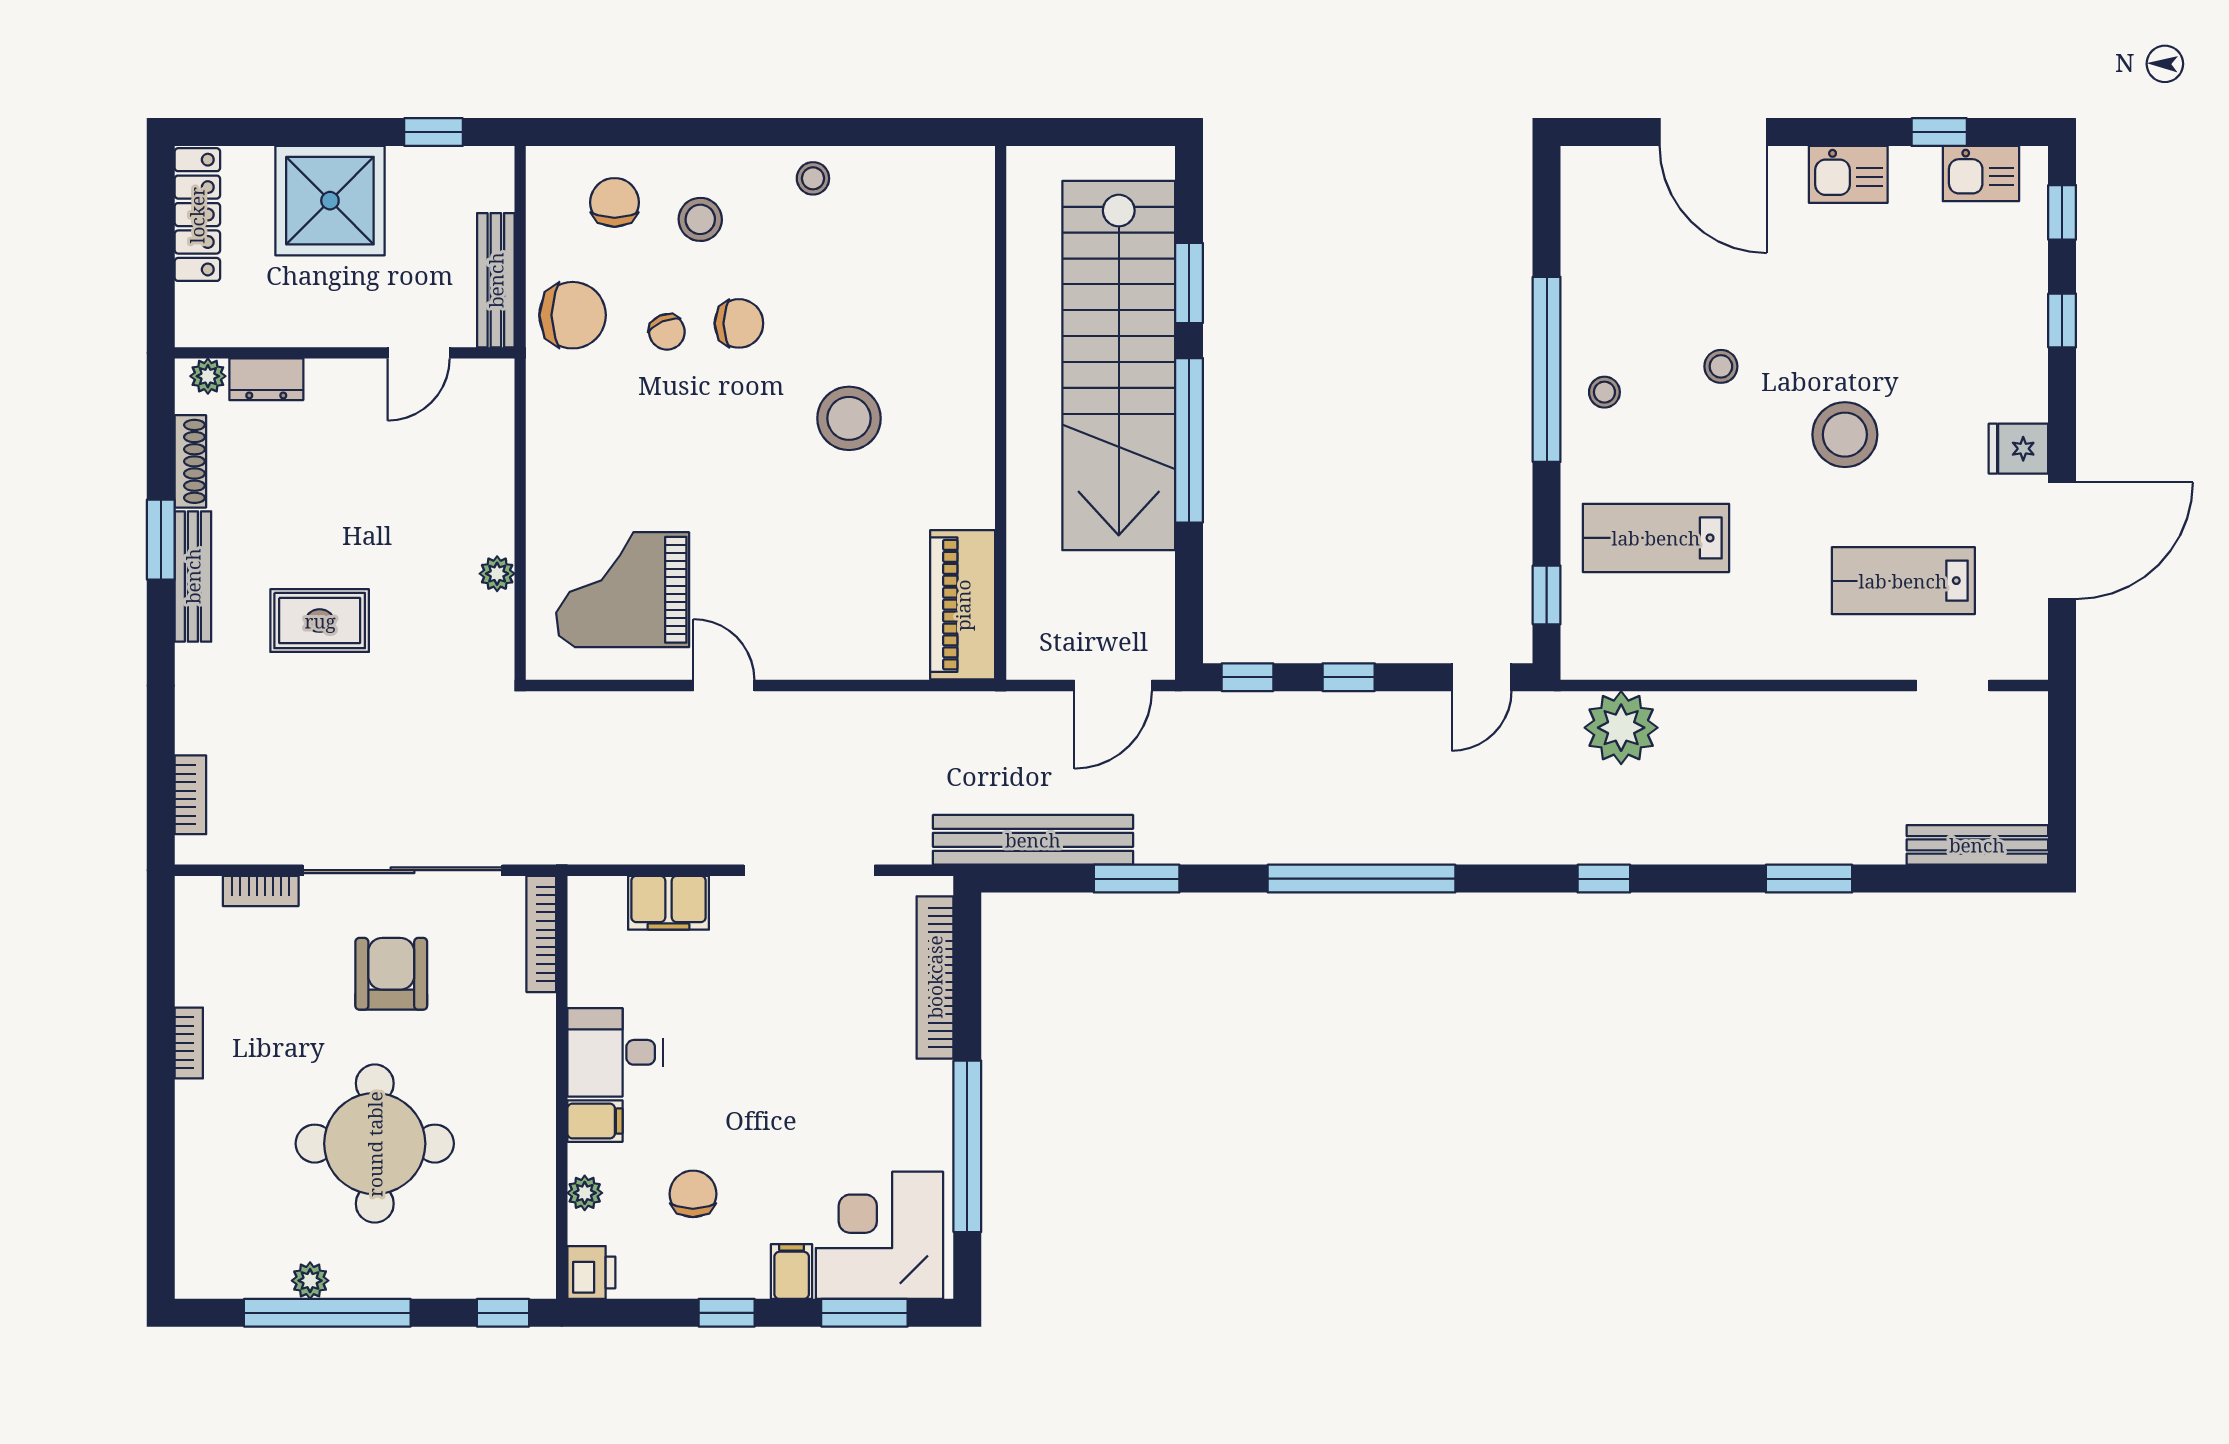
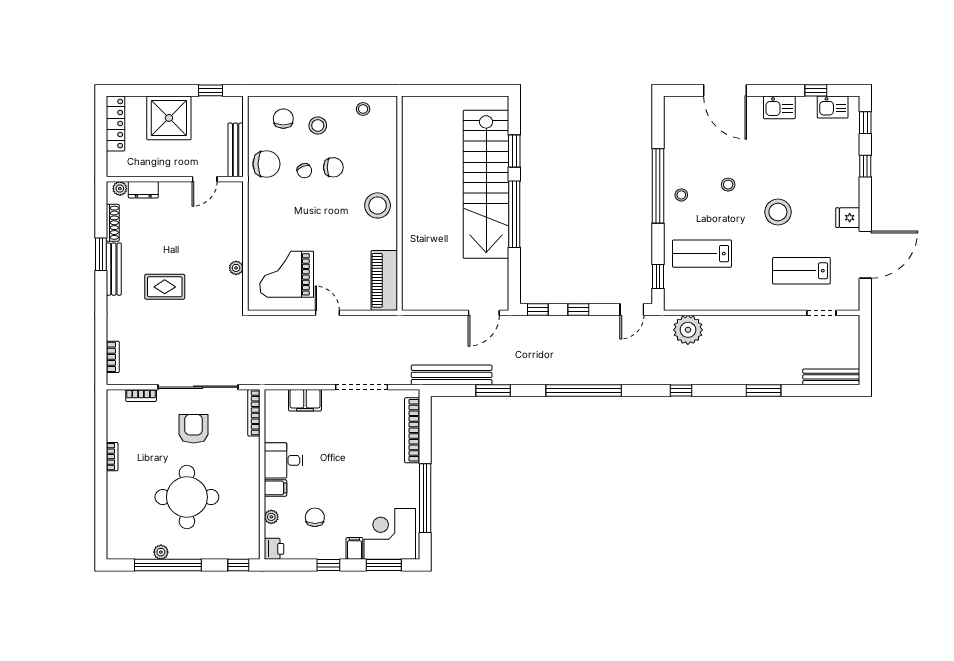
wall: (1001, 413) -> (400, 203), moved
piano: (963, 605) -> (384, 280), moved

